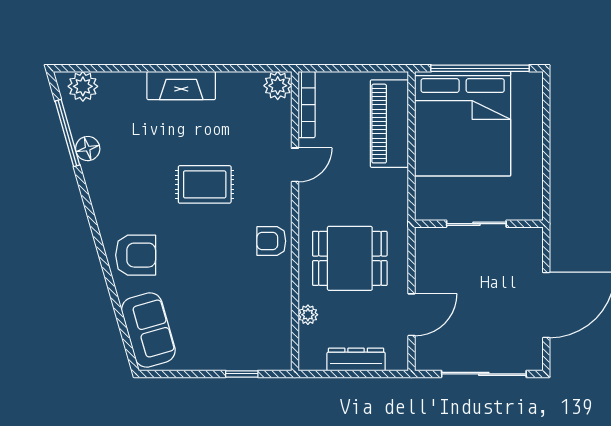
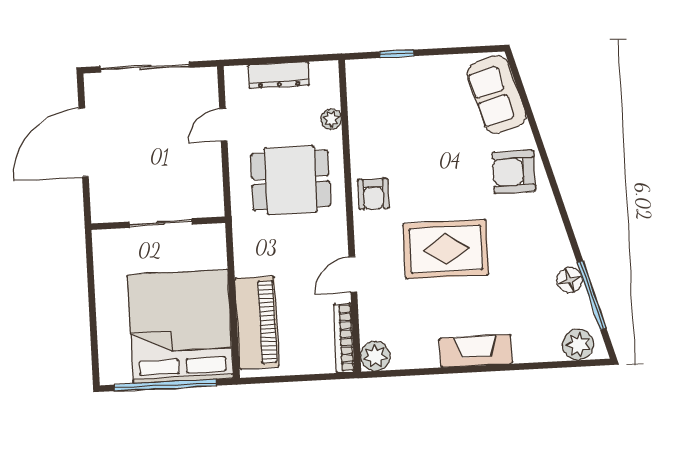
rug: (205, 184) -> (446, 249), width x1.36, depth x1.43
armchair: (271, 241) -> (373, 194), turned 90
door: (411, 315) -> (223, 125), width x0.73

